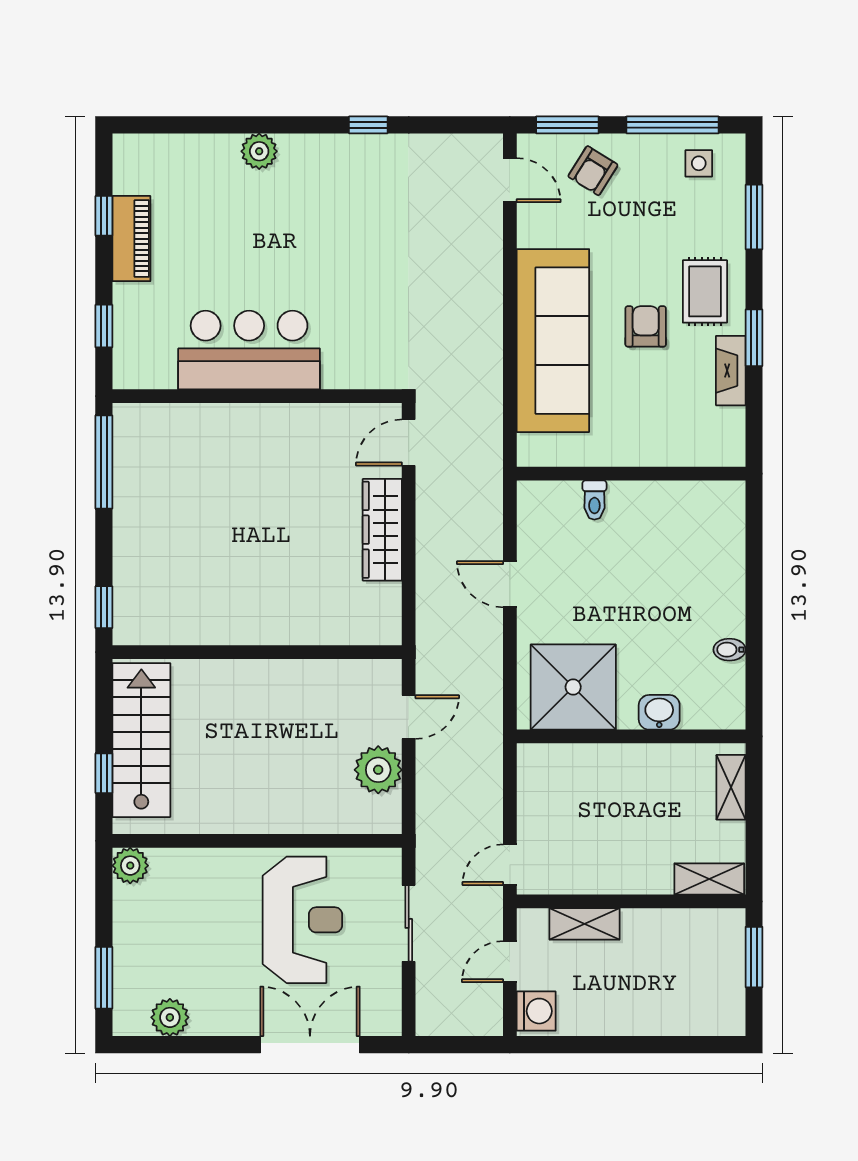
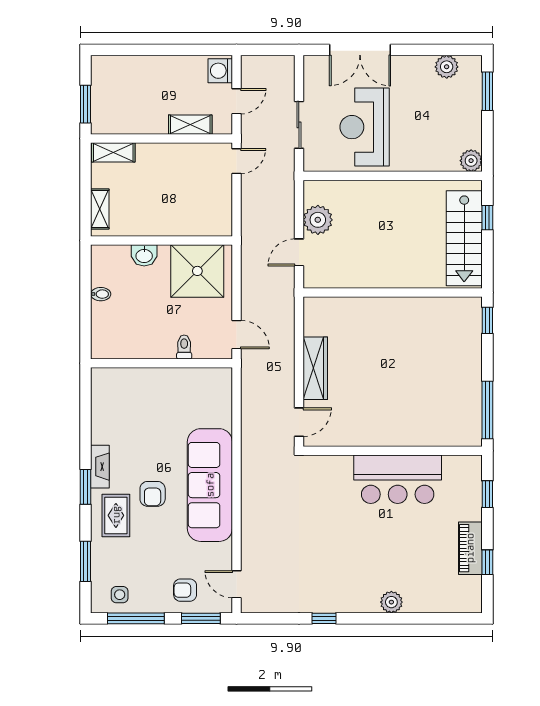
armchair: (593, 171) -> (185, 590), turned -122
wall: (631, 474) -> (162, 363), moved
toilet: (594, 500) -> (184, 347), moved

